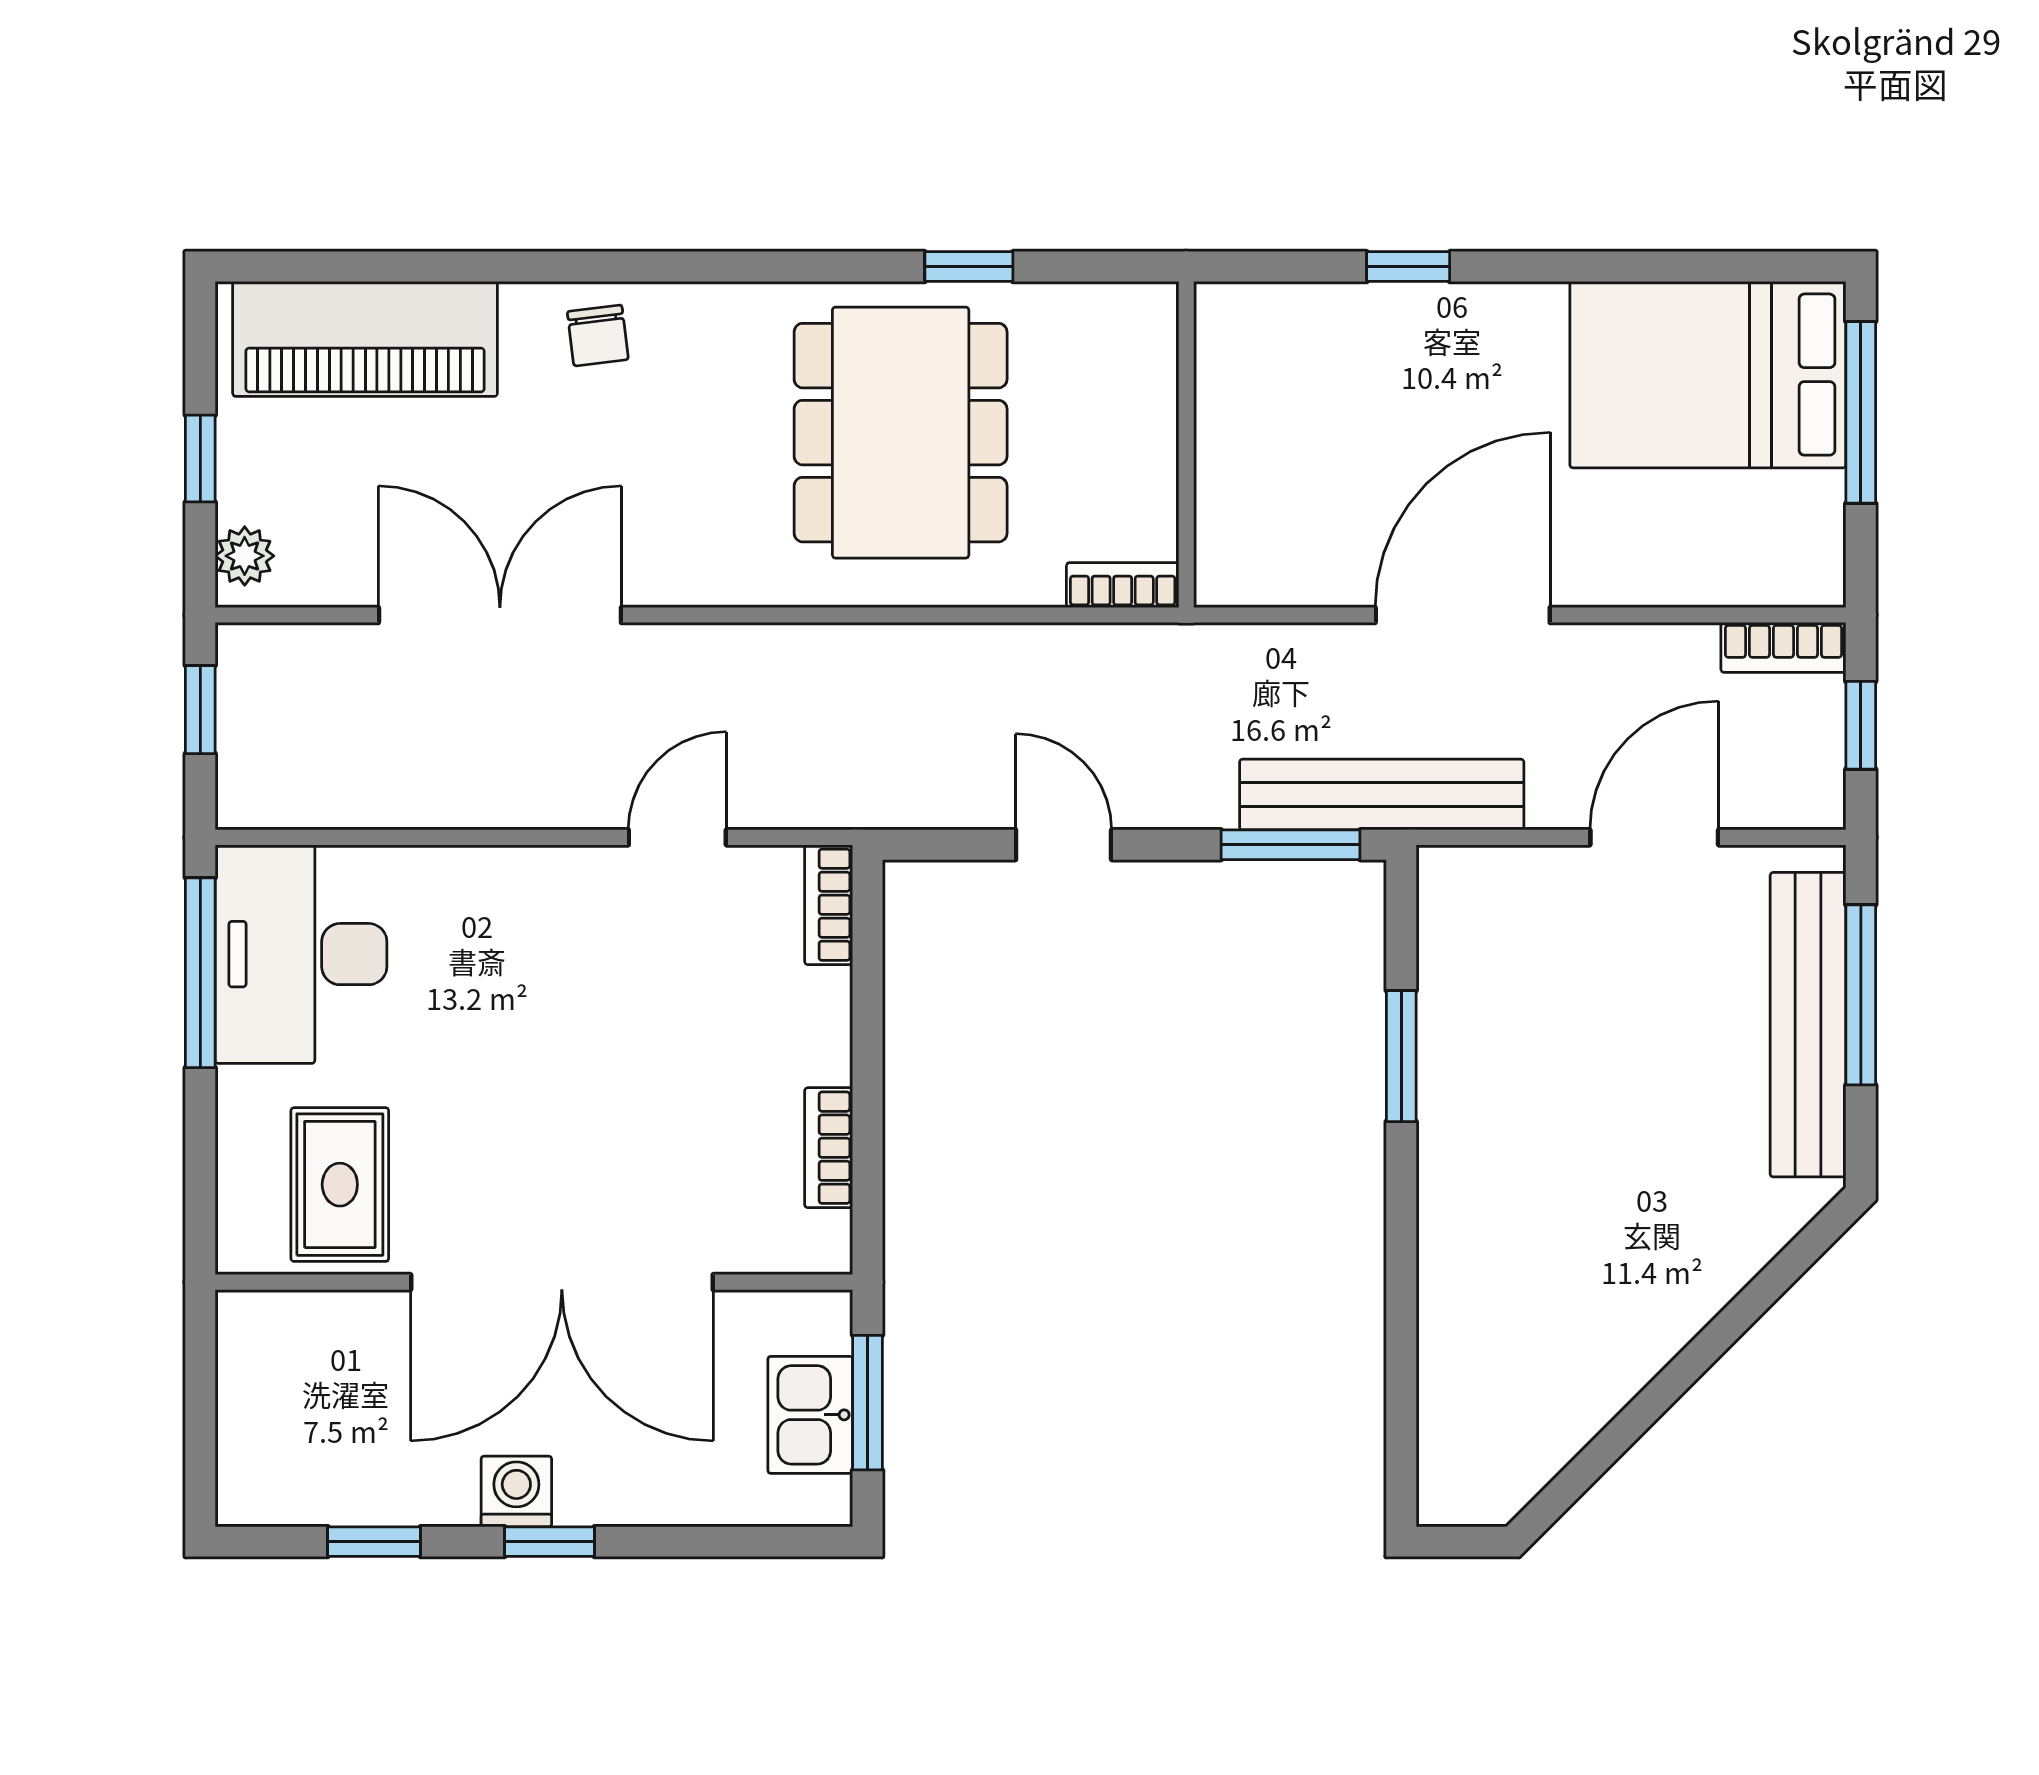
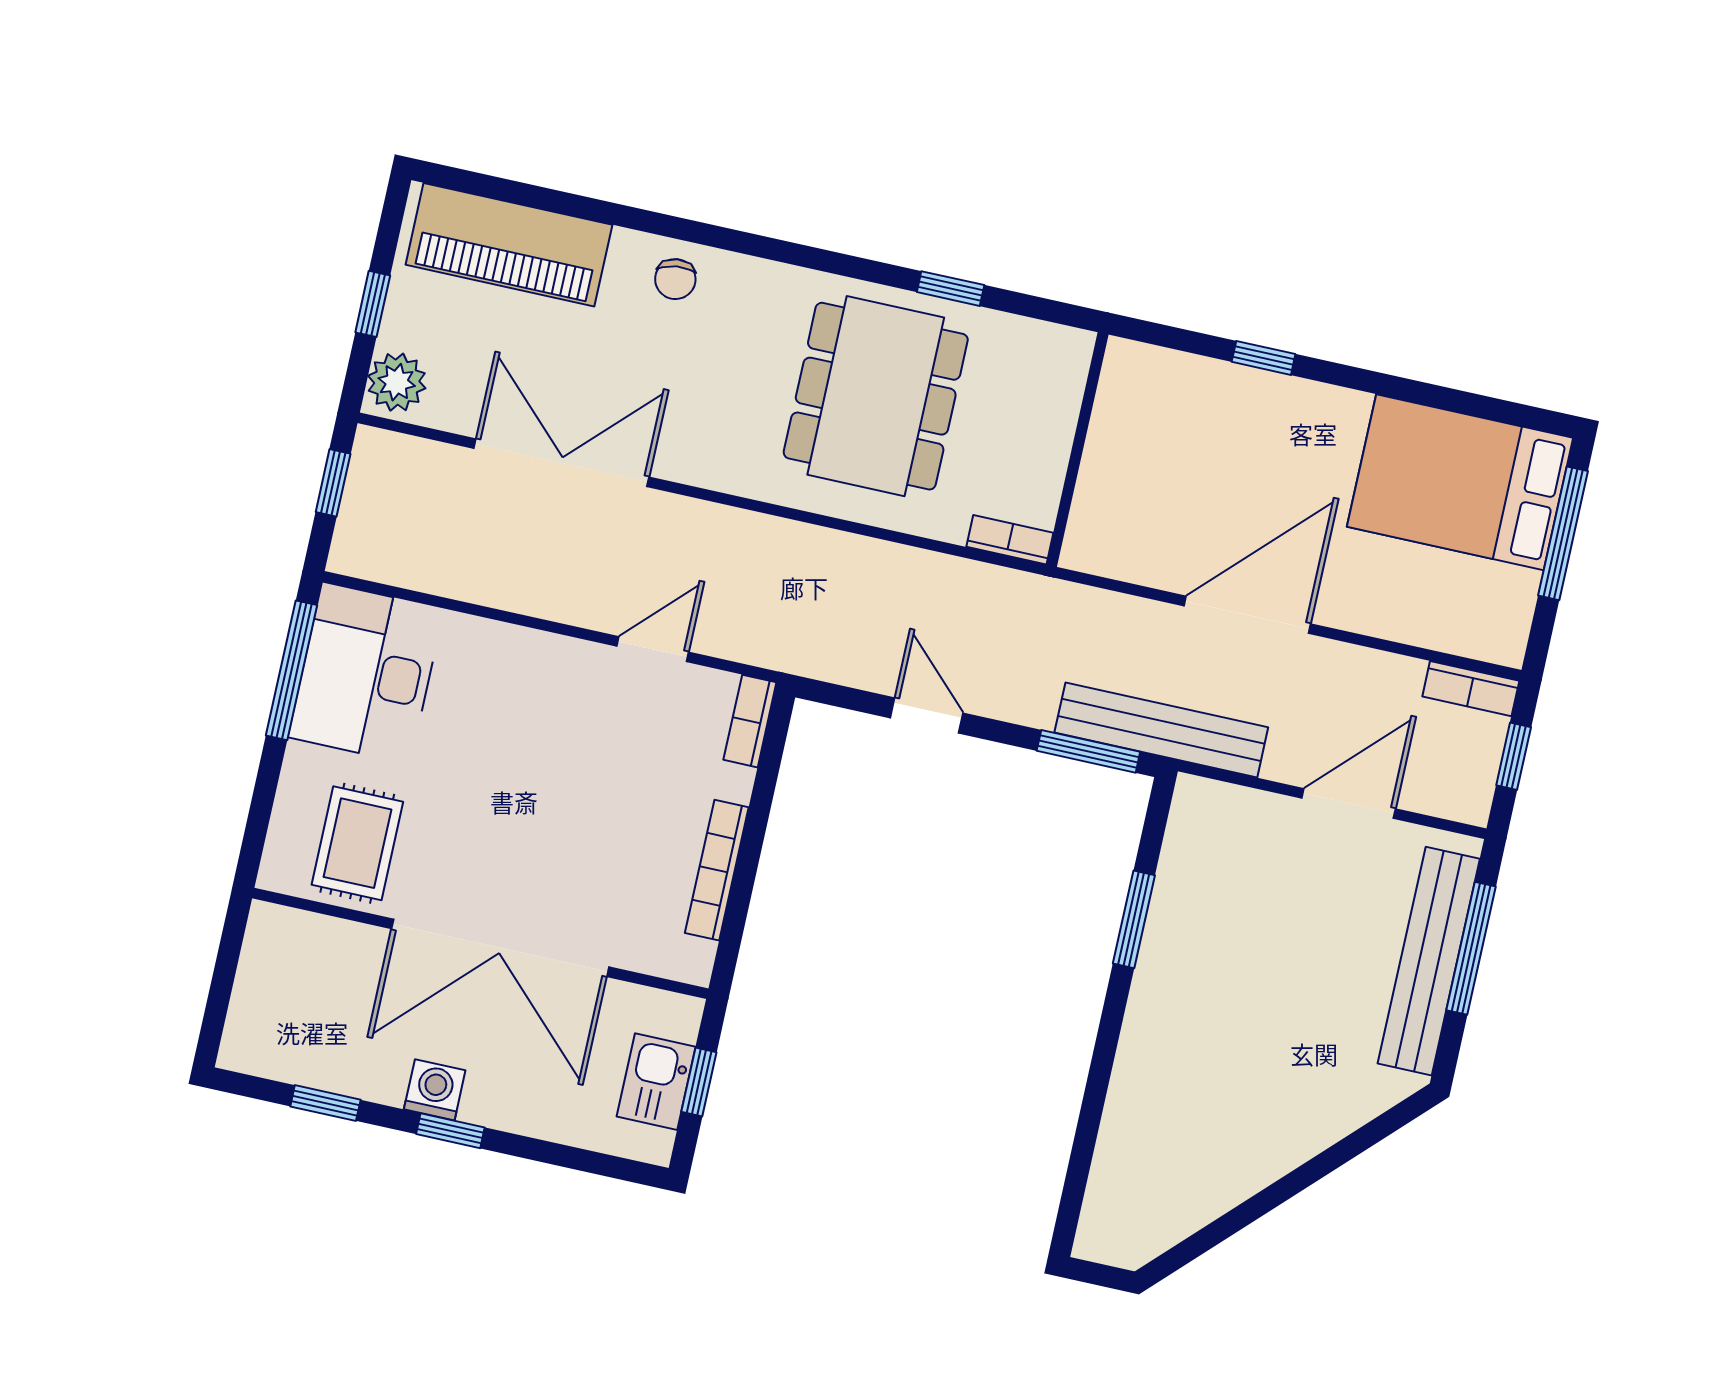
plant: (245, 556) -> (397, 382), width x1.38, depth x1.38
bookcase: (829, 1148) -> (717, 870), width x1.56
window: (867, 1403) -> (699, 1082), width x0.67

